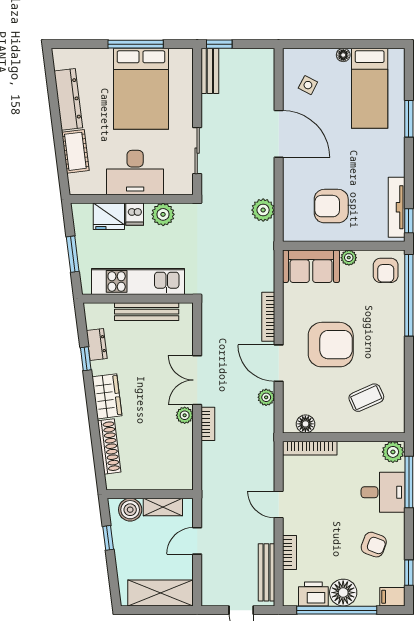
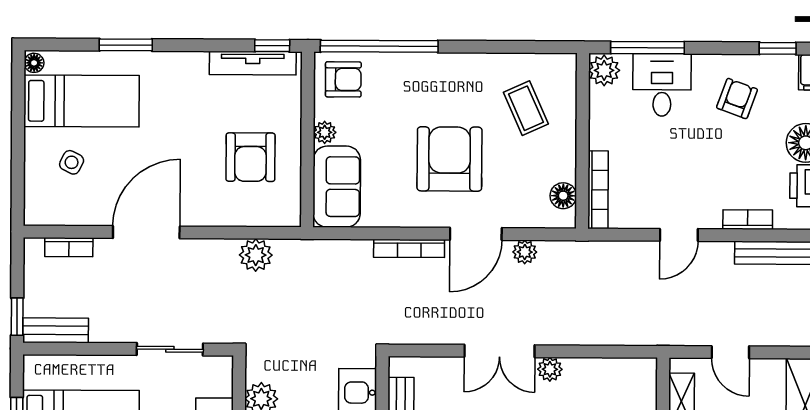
floor lamp: (343, 55) -> (34, 63), moved
side table: (308, 85) -> (72, 162), moved
bookcase: (208, 424) -> (69, 247), moved, turned 180

